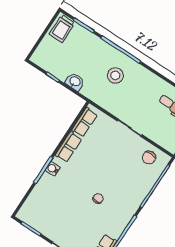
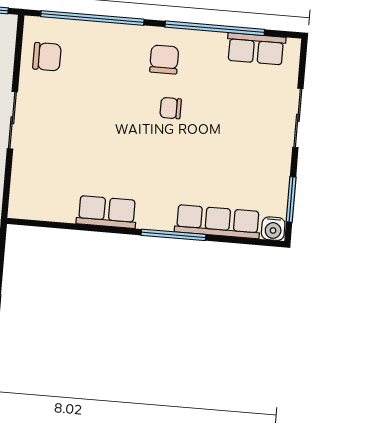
row of seats: (85, 122) -> (218, 222), moved, width x1.48
water cooler: (53, 169) -> (273, 229), moved
chair: (120, 207) -> (164, 59), added

